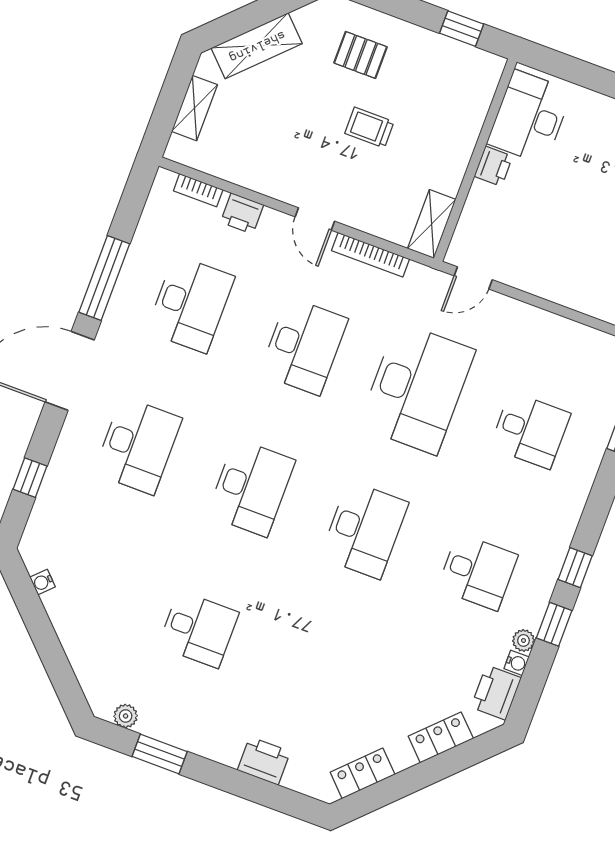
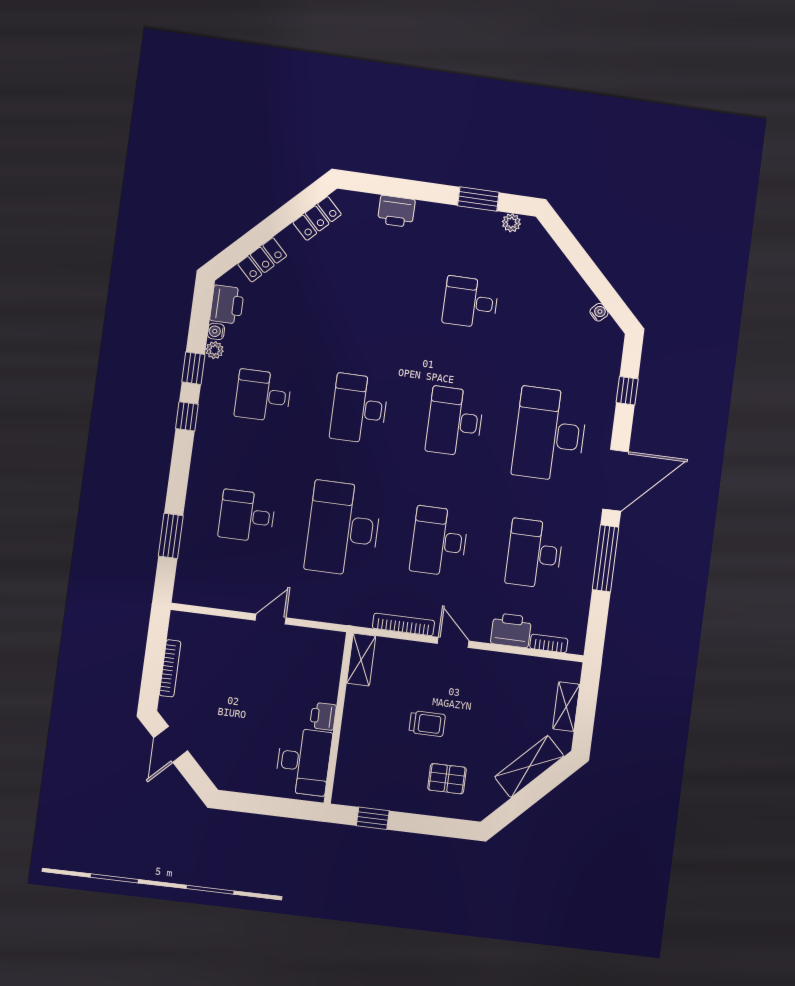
printer: (242, 213) -> (511, 630), width x1.36, depth x1.24
door: (473, 278) -> (271, 619), moved
desk: (138, 446) -> (550, 434), width x1.36, depth x1.30

